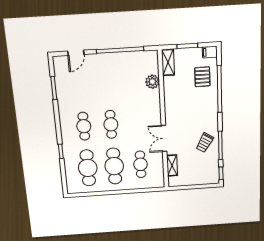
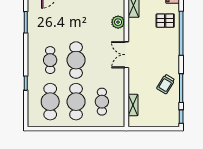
pallet: (202, 77) -> (165, 21), turned 90
cafe table: (111, 124) -> (76, 60), width x1.37, depth x1.35
double door: (164, 138) -> (126, 55), moved

